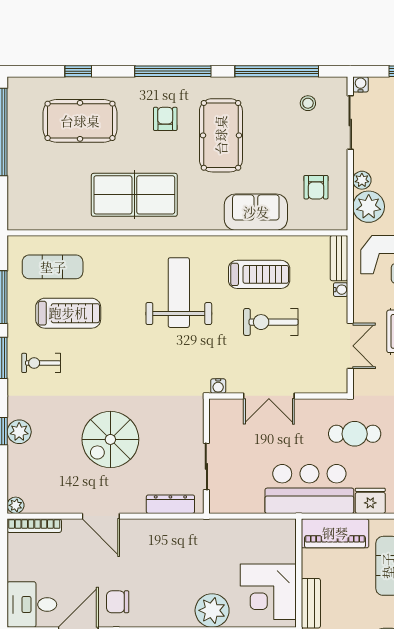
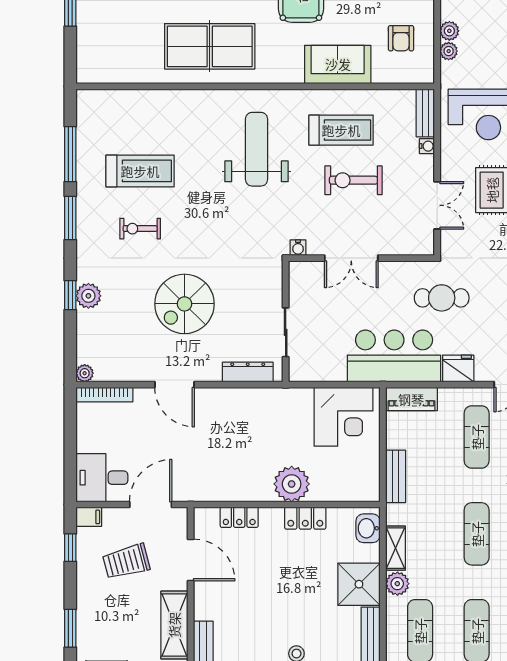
plant: (369, 207) -> (449, 51), width x0.53, depth x0.53
exercise mat: (53, 267) -> (124, 122), removed
exercise bike: (41, 363) -> (140, 229), moved
piano: (335, 533) -> (411, 399), width x0.73, depth x0.75
corner desk: (268, 592) -> (344, 417), moved, turned -90
chair: (118, 602) -> (192, 475), removed

